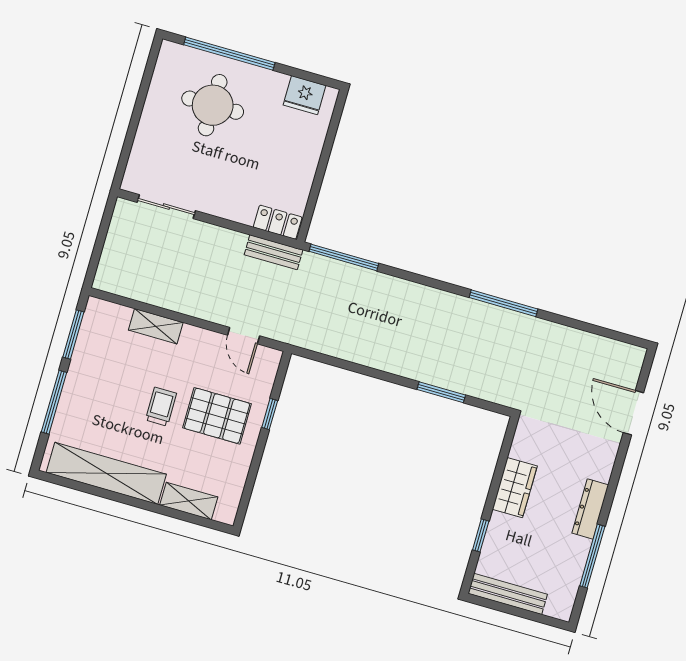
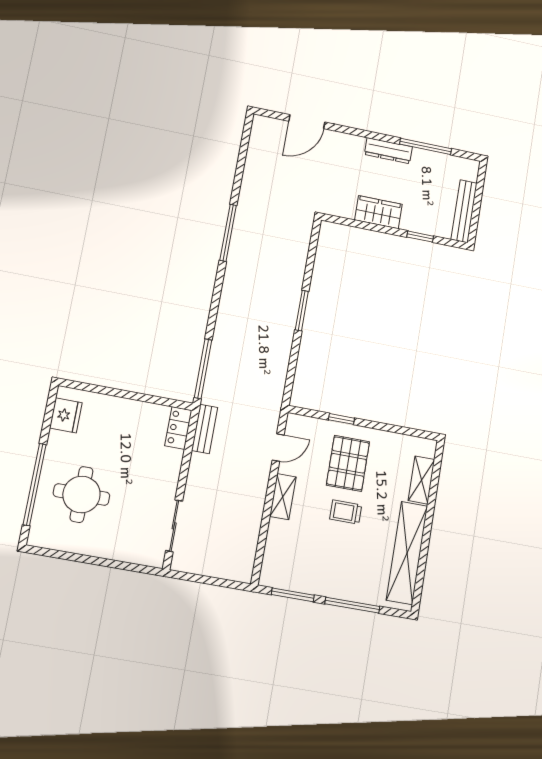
shelving: (156, 326) -> (283, 497), moved
window: (441, 392) -> (302, 311), moved

